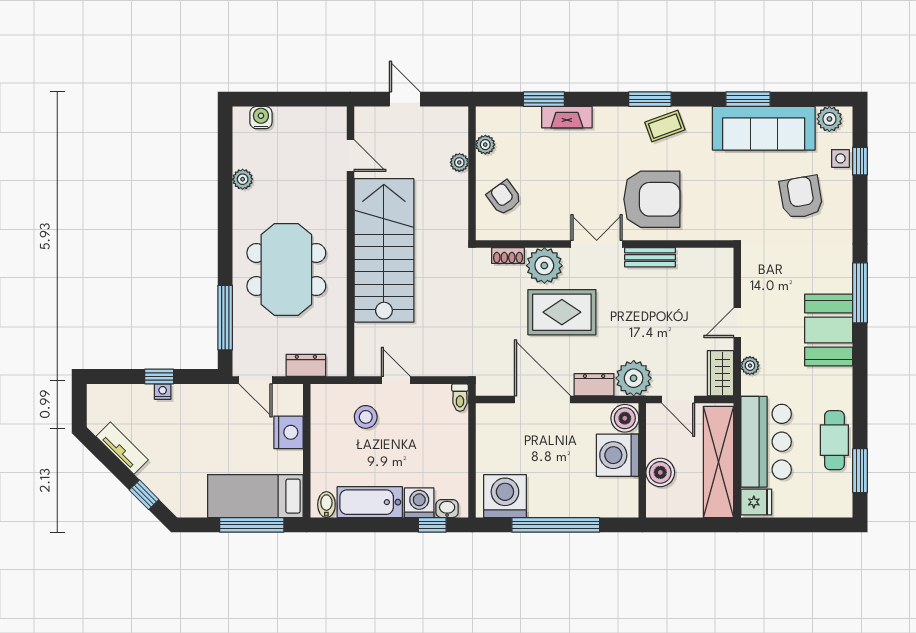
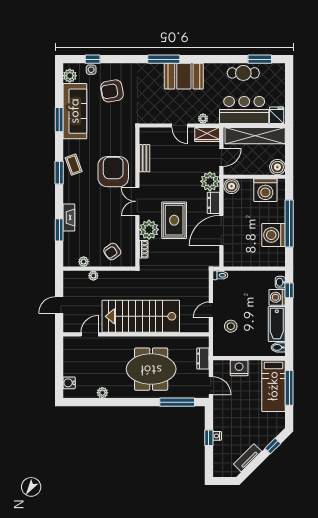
bench: (650, 257) -> (144, 158), moved
door: (256, 380) -> (211, 386), hinge flipped
washing machine: (618, 455) -> (265, 190), moved
boiler: (660, 472) -> (277, 167), moved
washing machine: (505, 496) -> (274, 235), moved

